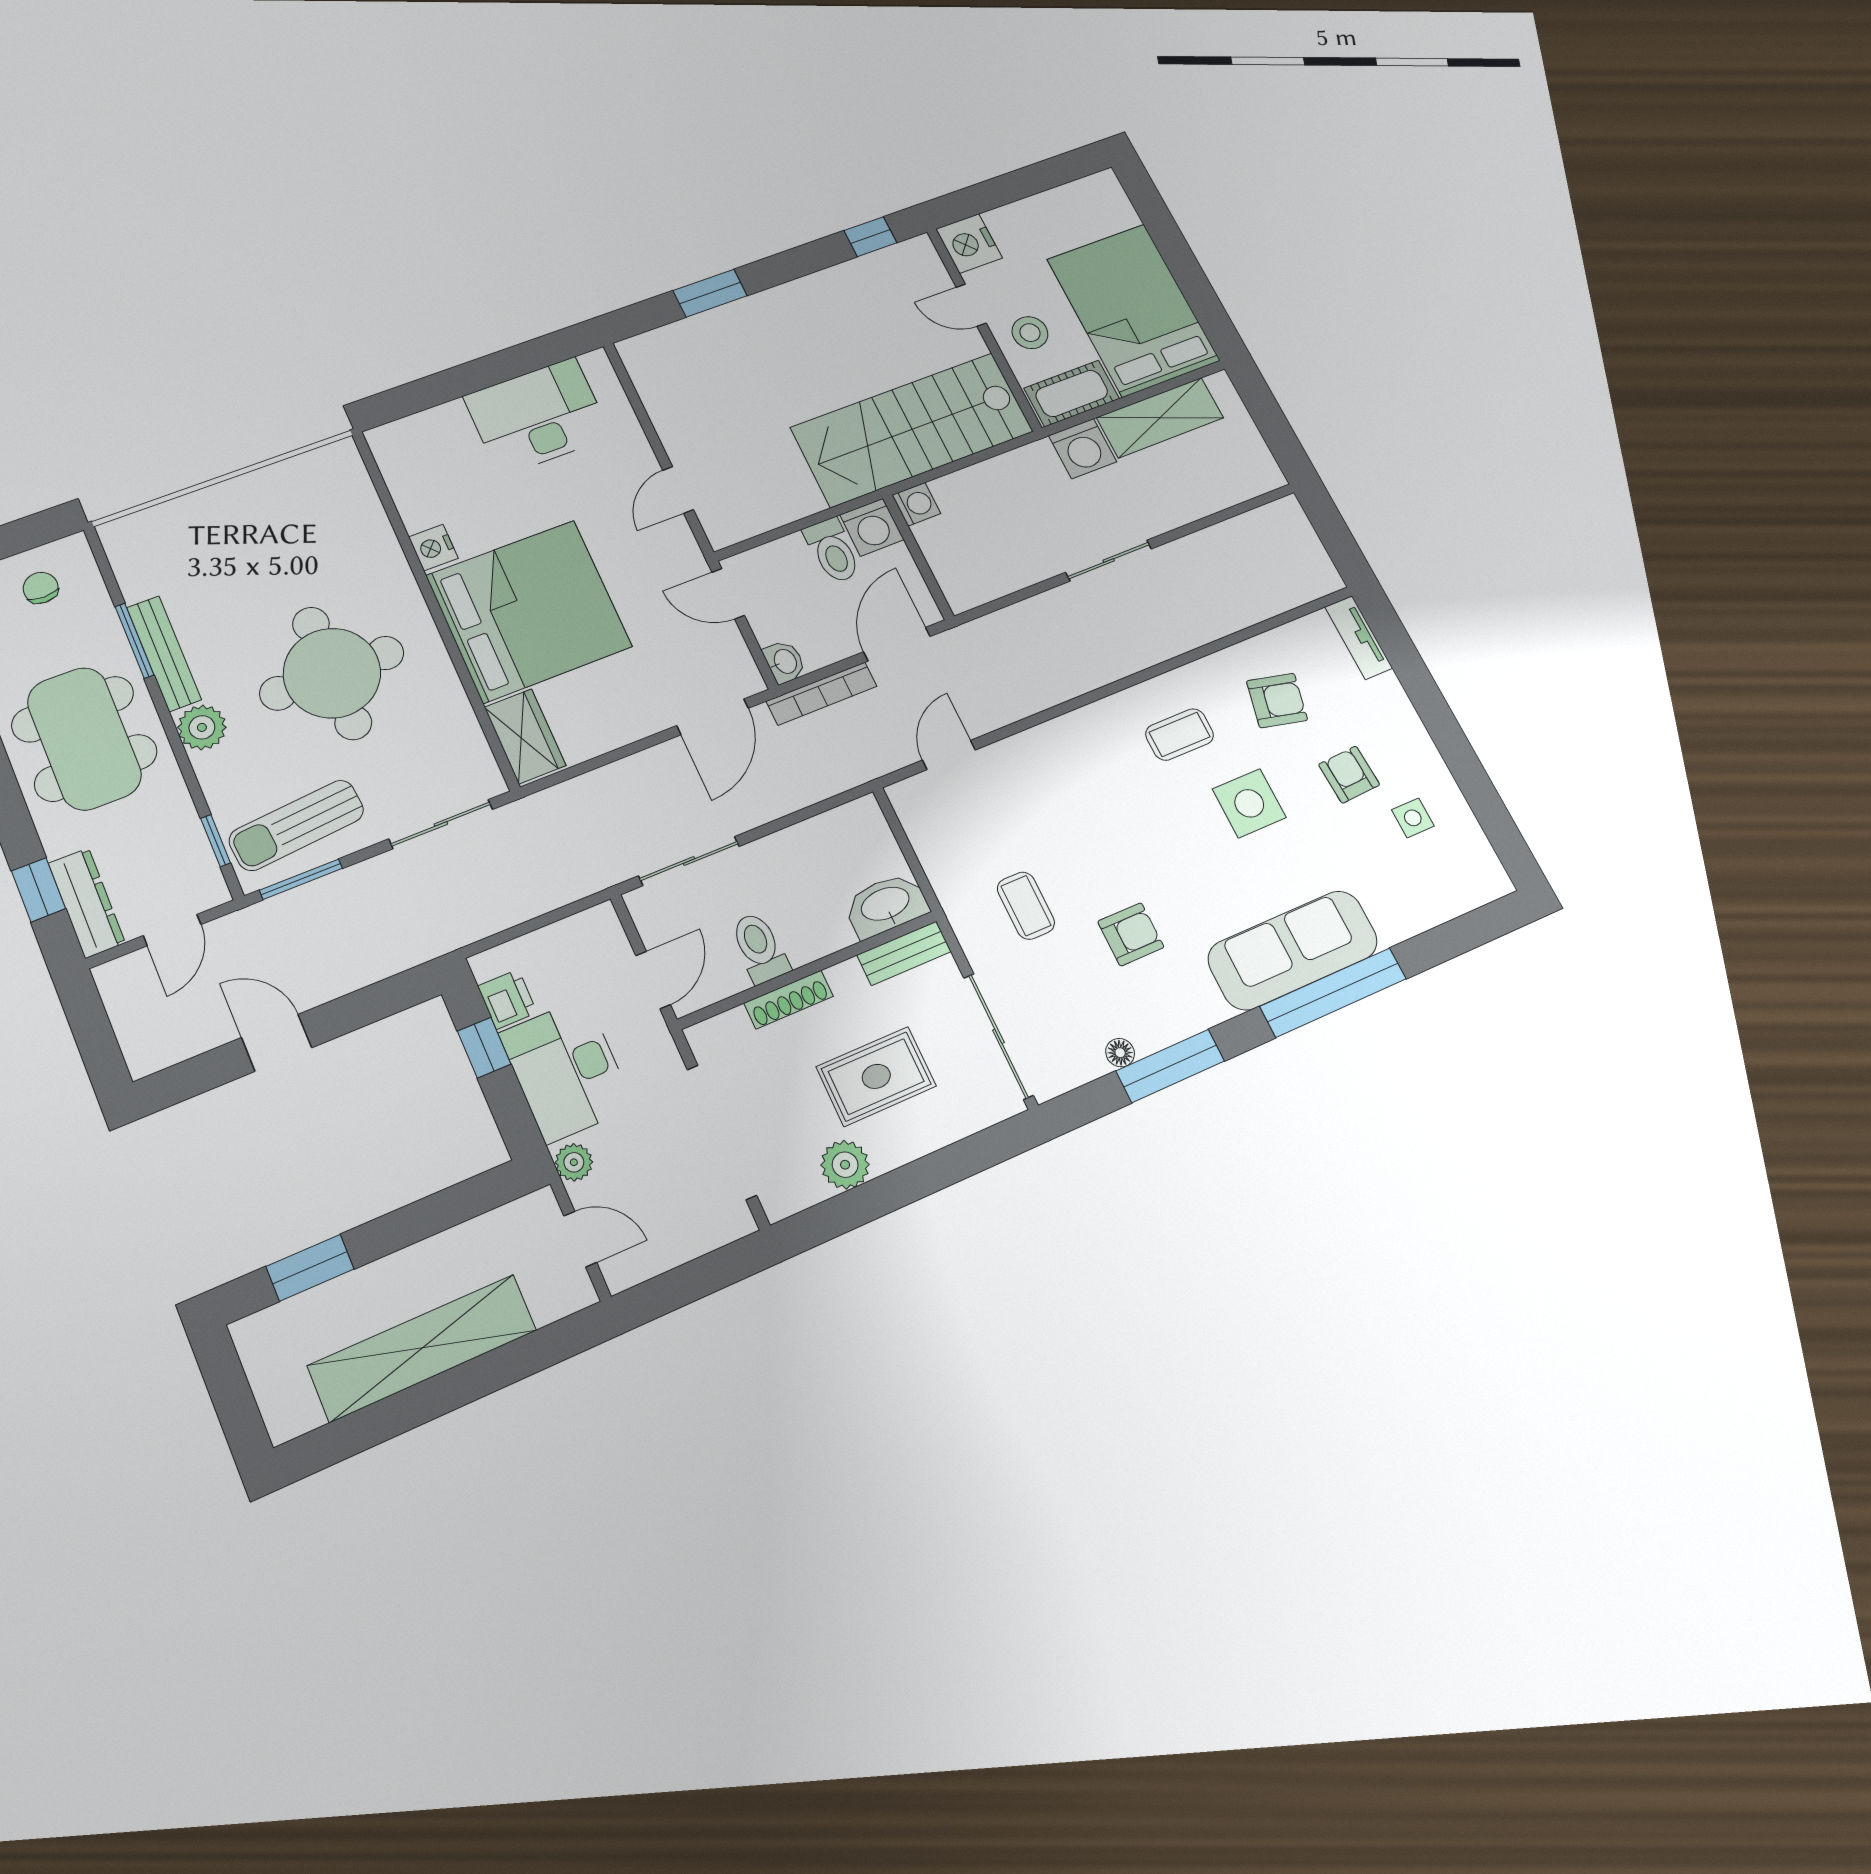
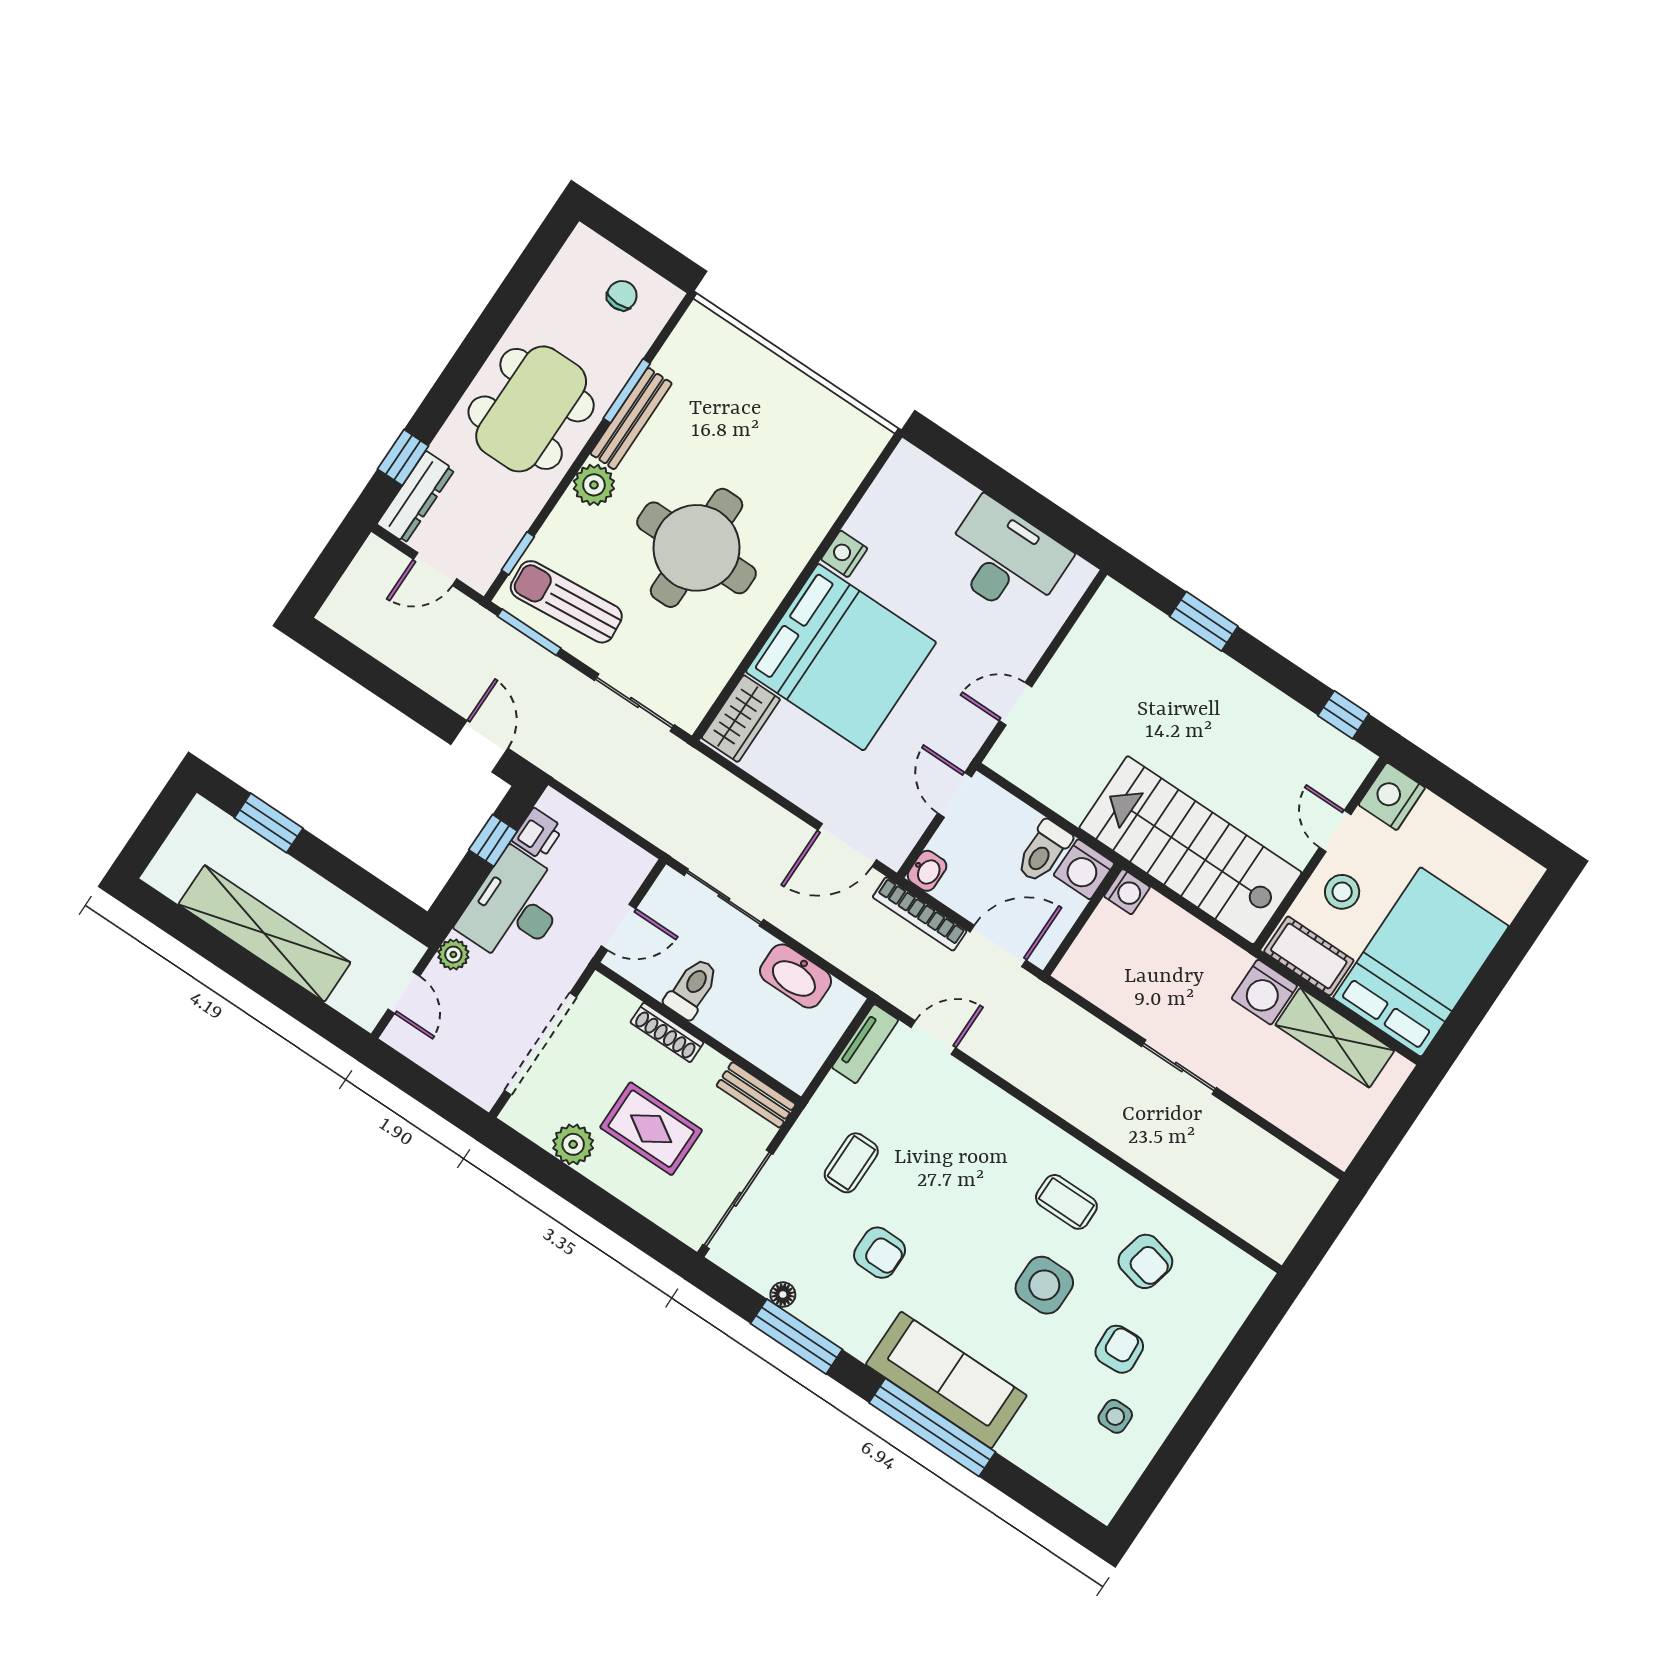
tv unit: (1359, 637) -> (865, 1044), moved, turned 180
washbasin: (886, 905) -> (796, 976), moved, turned 180
door: (277, 1043) -> (479, 746), moved

